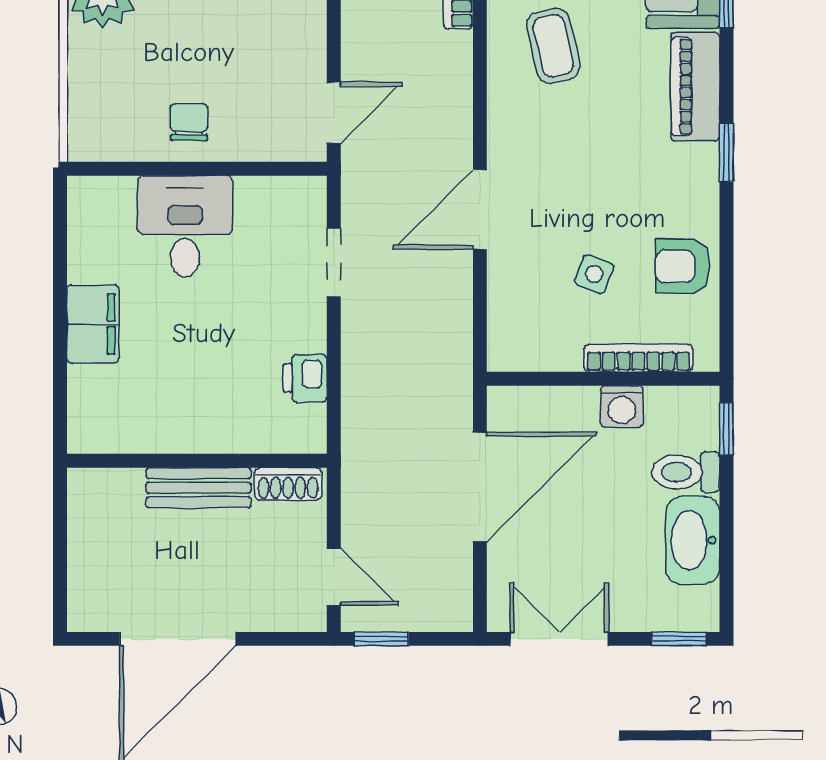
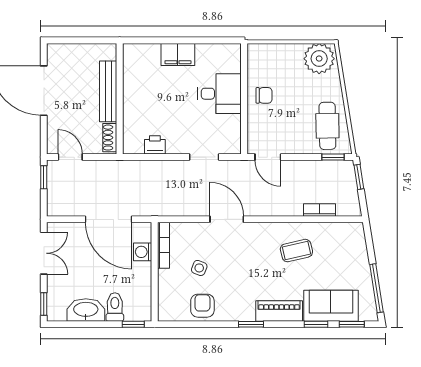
bookcase: (638, 358) -> (163, 245), moved
washing machine: (622, 407) -> (143, 252), moved
bench: (199, 488) -> (108, 91), width x1.36
door: (334, 577) -> (70, 157), swing flipped

